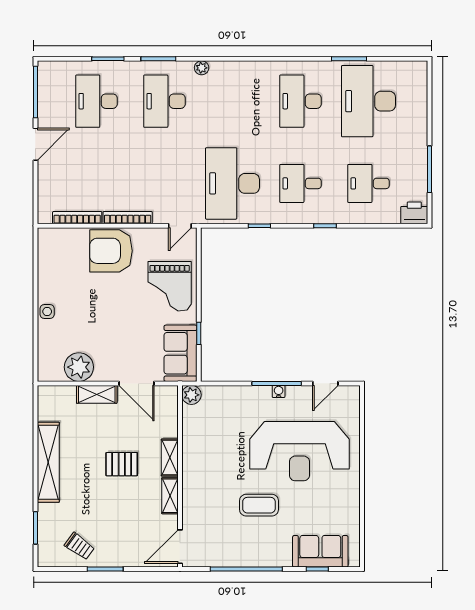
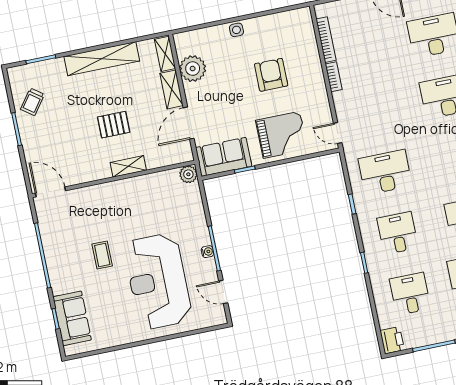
desk: (232, 183) -> (385, 172), width x0.73, depth x0.77
bookcase: (128, 218) -> (334, 77), width x0.64
armchair: (111, 251) -> (271, 75), moved, width x0.73, depth x0.73
grand piano: (170, 286) -> (282, 135), turned 180
pallet: (122, 464) -> (114, 125), turned 90
shelving: (170, 496) -> (165, 54), moved, turned 90
coffee table: (259, 505) -> (102, 255), width x0.73, depth x0.77

